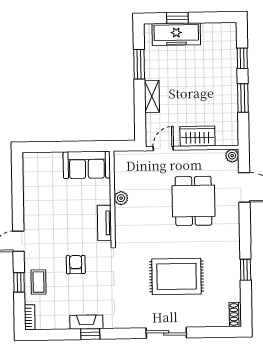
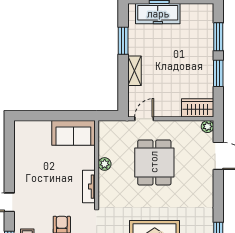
window: (242, 58) -> (218, 37), width x1.50
wardrobe: (197, 136) -> (198, 108), moved
dining table: (193, 201) -> (154, 162), moved

